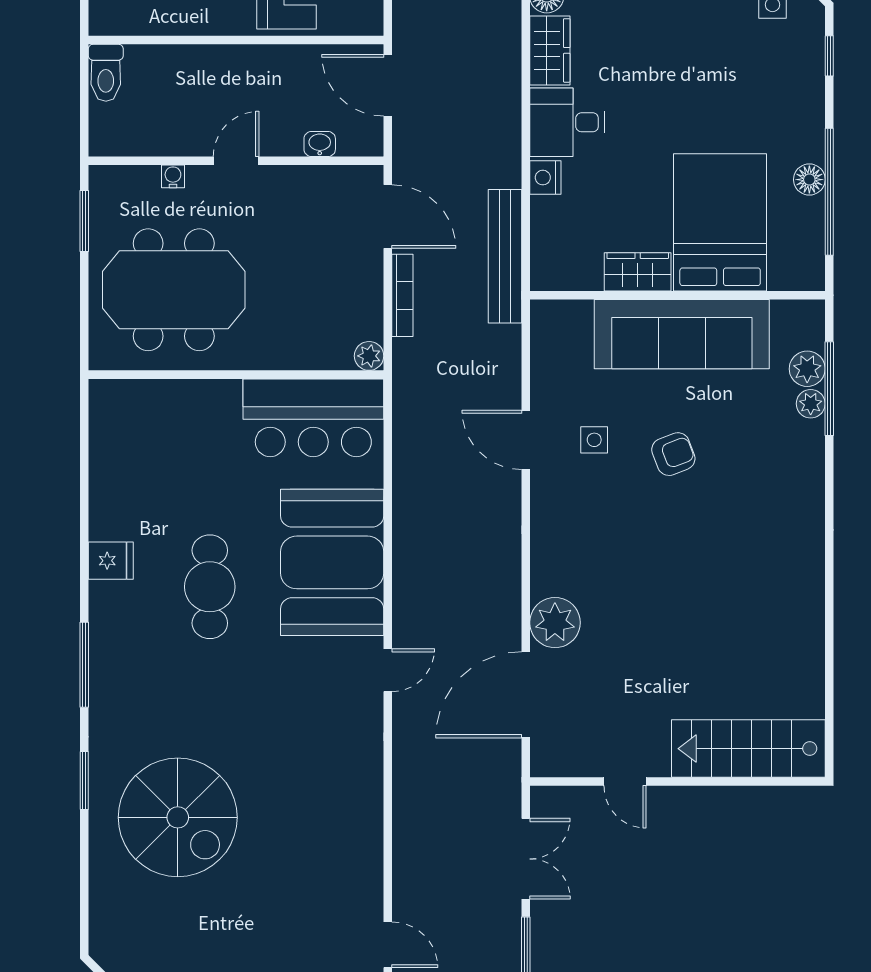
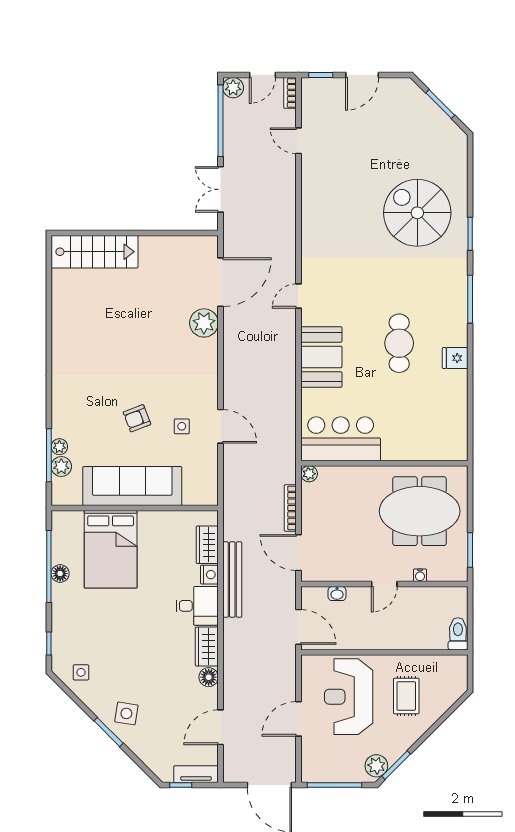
bench: (505, 256) -> (232, 580), moved
wardrobe: (638, 272) -> (207, 545), moved, turned 90
booth: (332, 562) -> (321, 357), width x0.73, depth x0.70
door: (625, 782) -> (164, 233), removed

